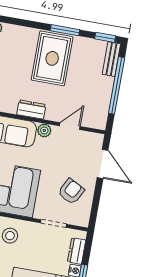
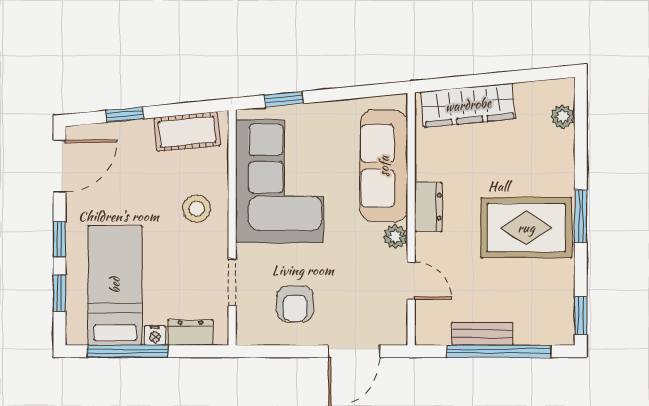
window: (65, 30) -> (581, 216), moved
bench: (111, 59) -> (482, 334), moved
armchair: (71, 191) -> (295, 304), turned 62

